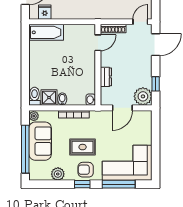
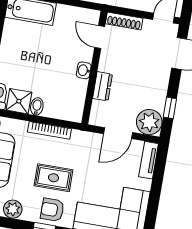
door: (98, 43) -> (100, 37), swing flipped
washbasin: (91, 100) -> (84, 70), moved
tv unit: (147, 123) -> (149, 160), added

